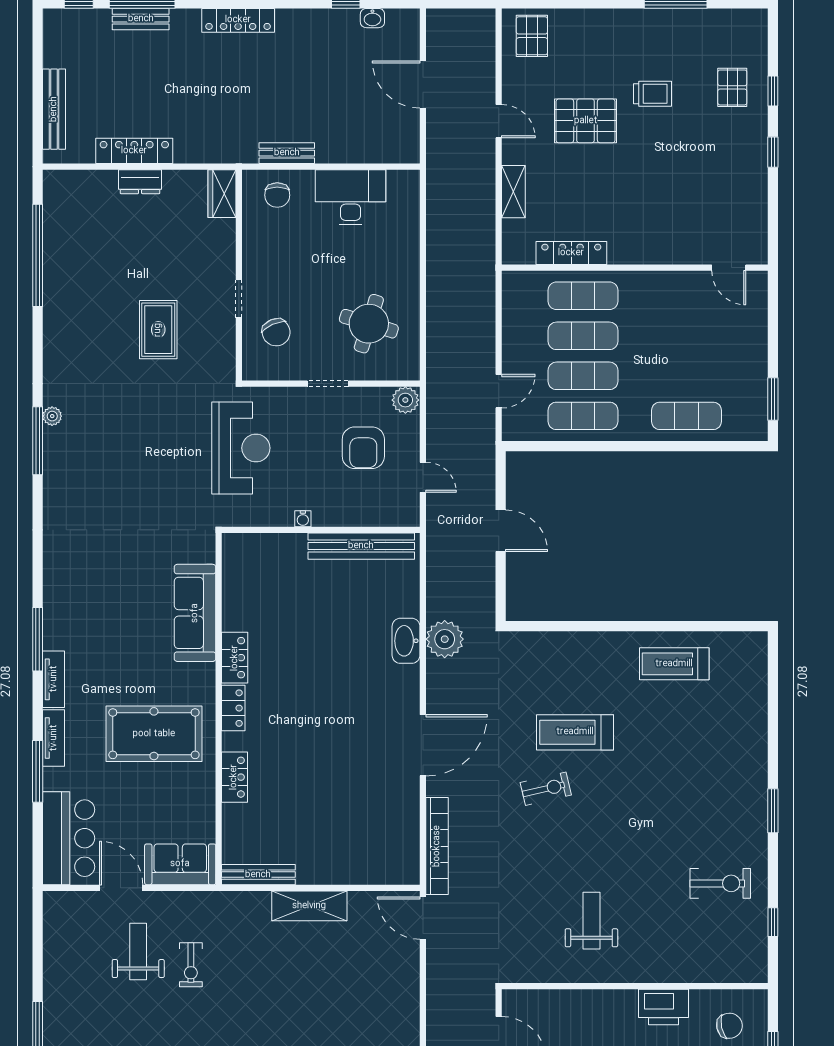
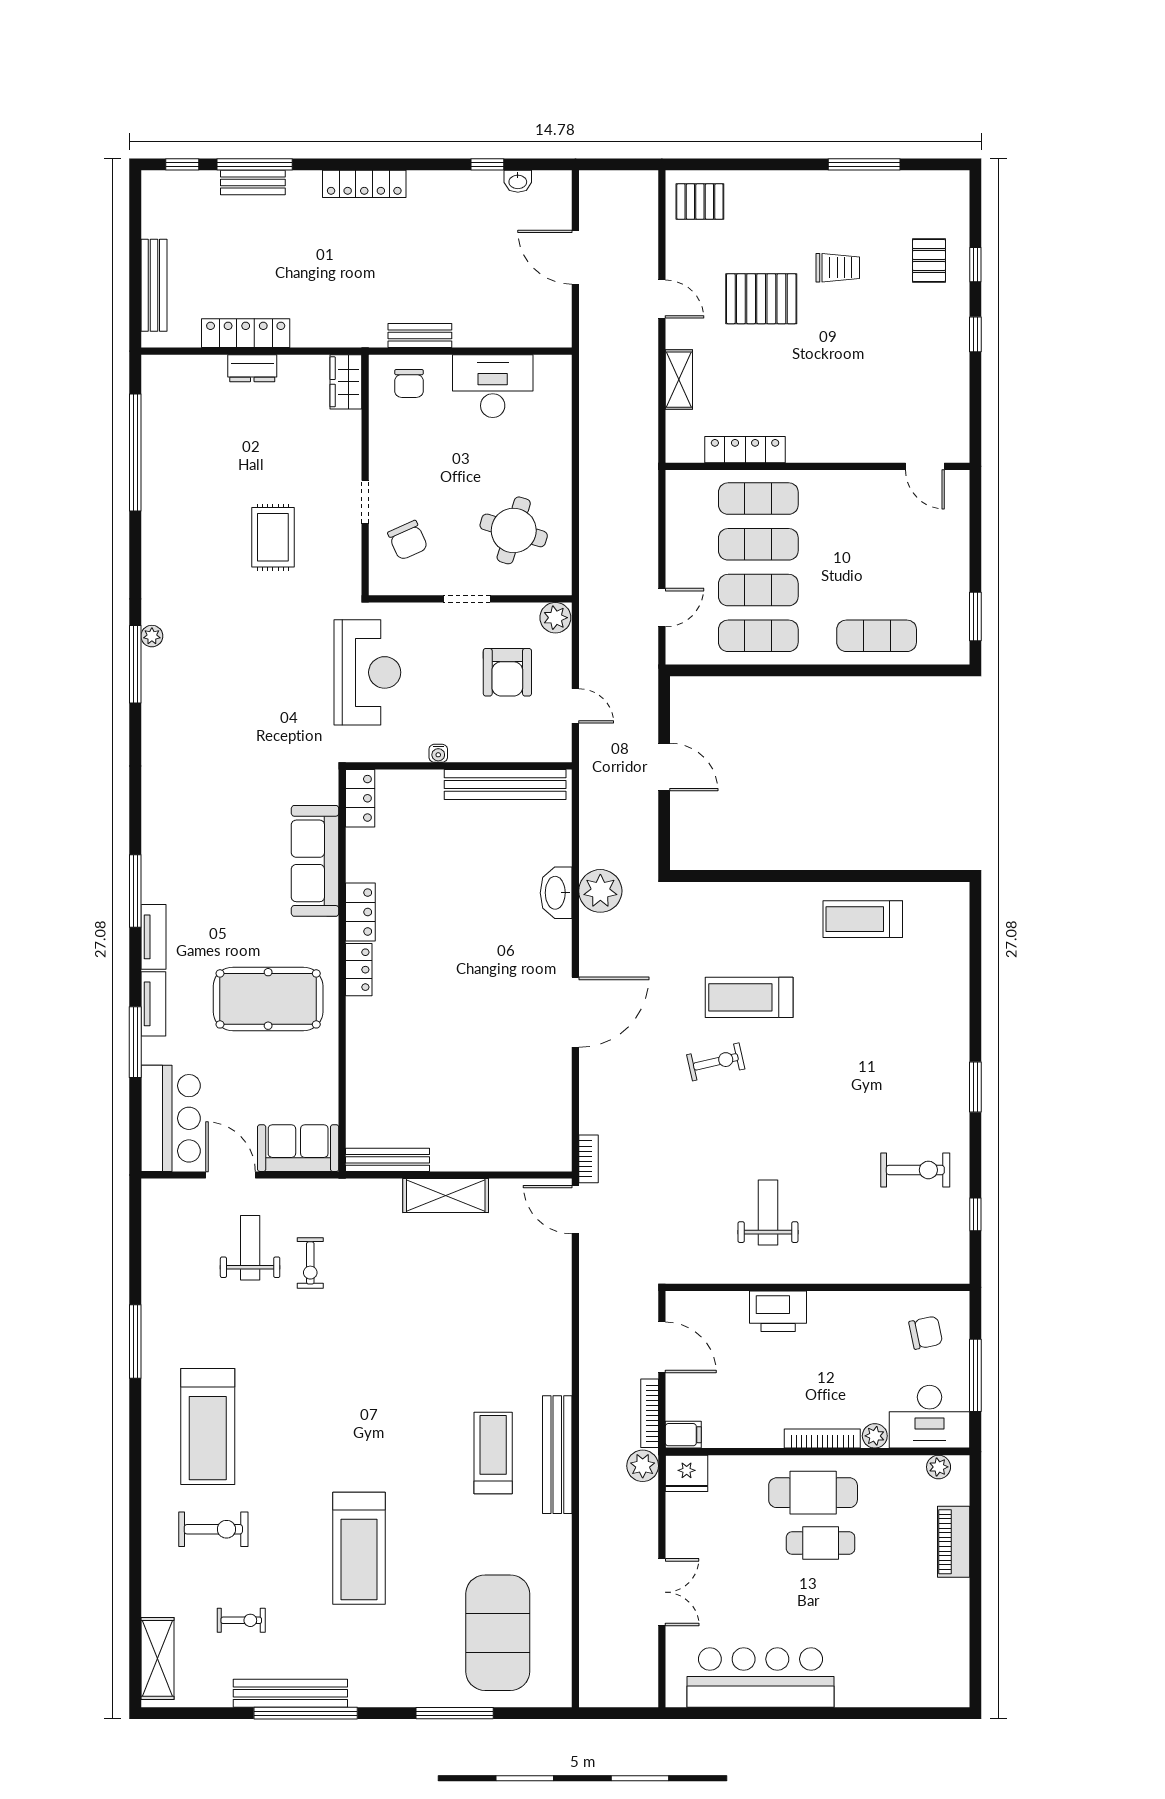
pallet: (532, 36) -> (700, 202), turned 90
locker: (234, 777) -> (360, 798), moved
bookcase: (437, 846) -> (589, 1159), width x0.43, depth x0.76
printer: (663, 1007) -> (778, 1311), moved

